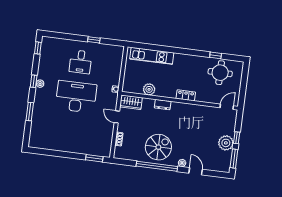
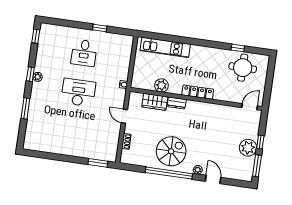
locker: (186, 95) -> (198, 92), width x1.53
desk: (76, 97) -> (78, 92), width x0.73, depth x0.77
wardrobe: (131, 102) -> (155, 102), moved

